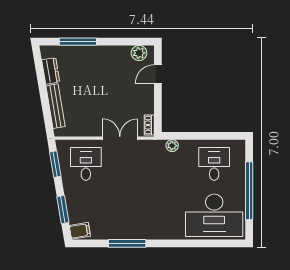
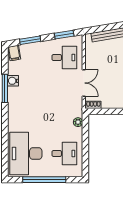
water cooler: (117, 233) -> (13, 81), added

